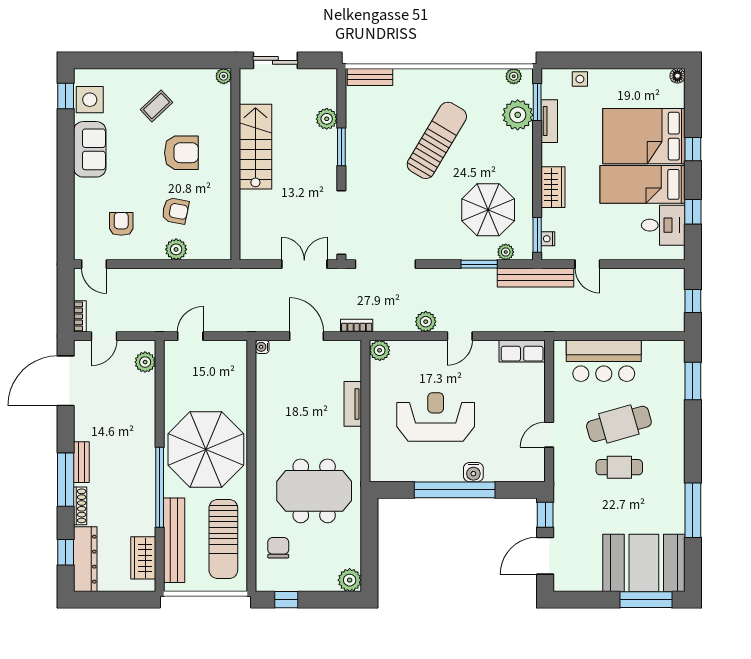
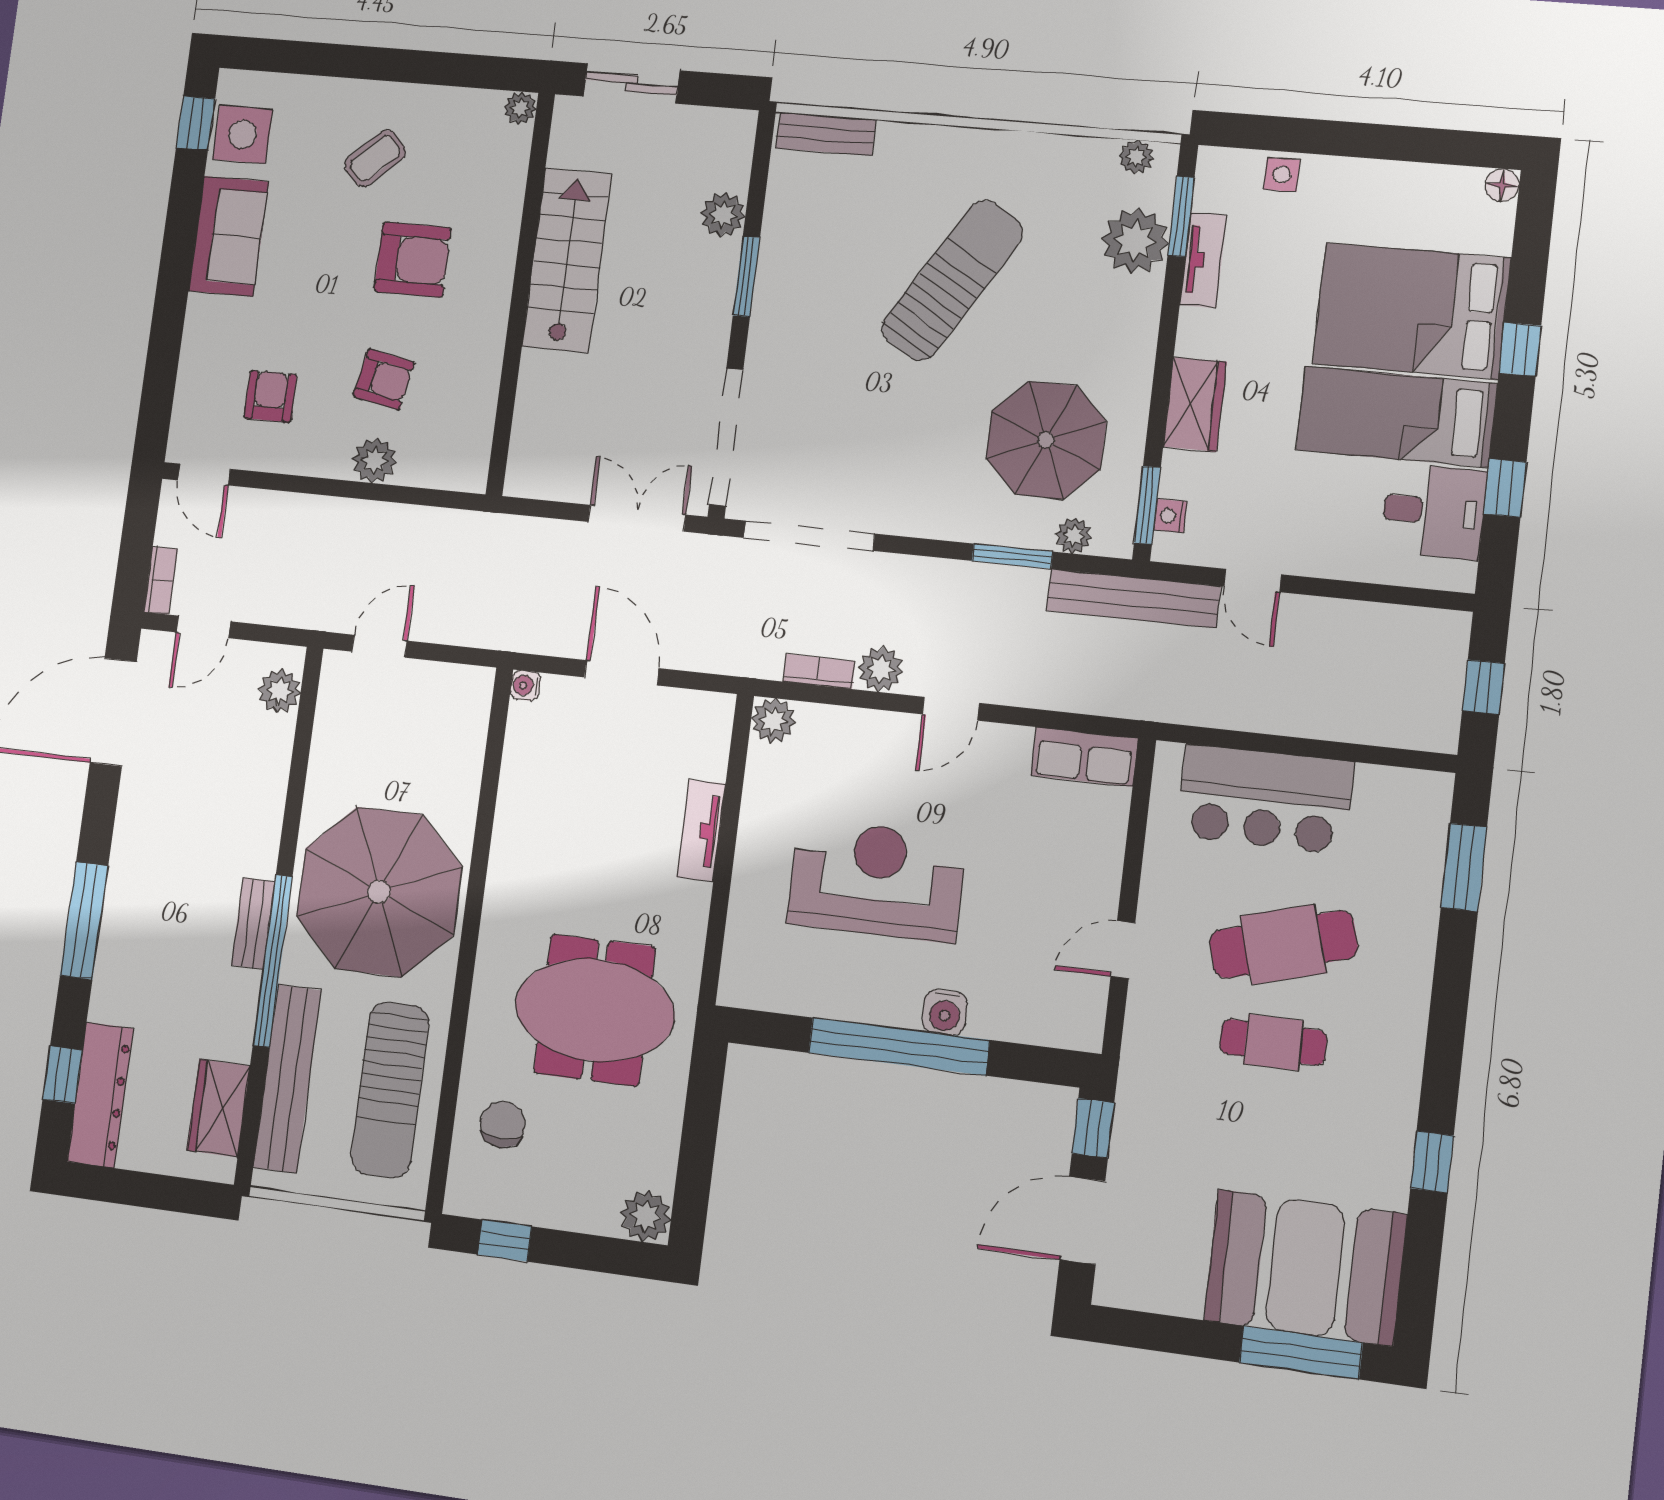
bookcase: (357, 326) -> (819, 671), moved
bench: (81, 462) -> (253, 923), moved
shoe rack: (80, 506) -> (105, 980), removed
window: (693, 510) -> (1432, 1162), width x0.46

